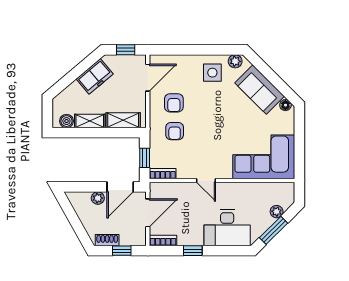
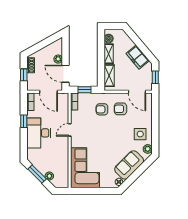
desk: (227, 228) -> (39, 133), moved

